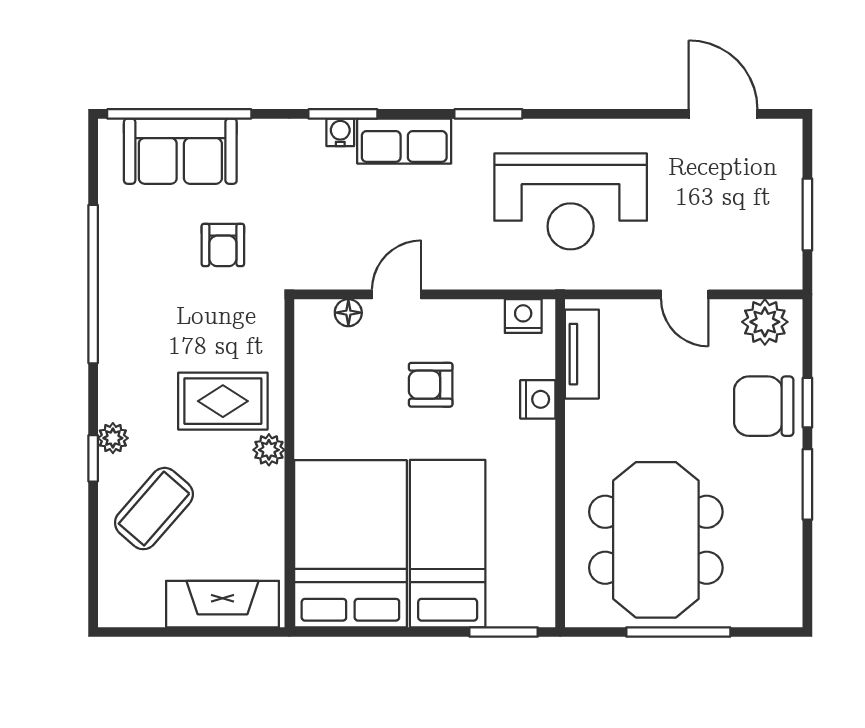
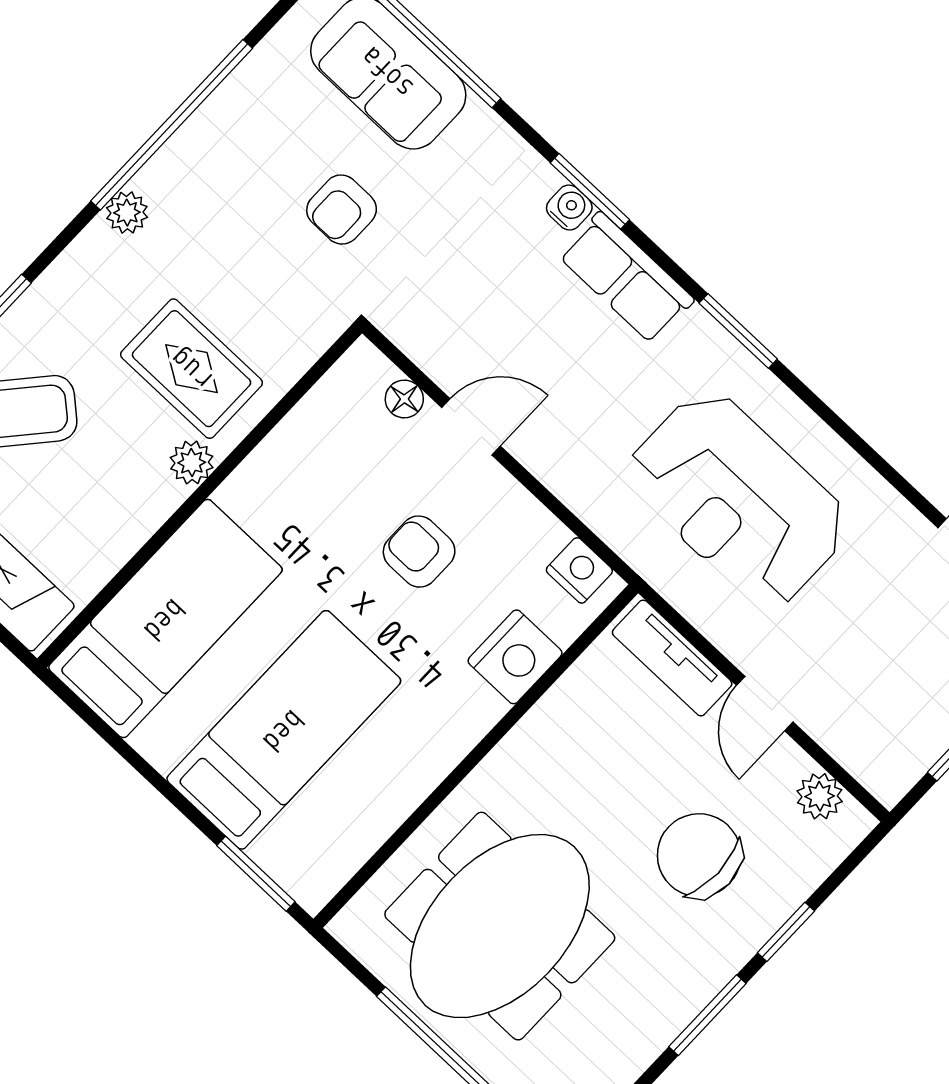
plant: (765, 322) -> (820, 796), width x0.73, depth x0.73
tv unit: (582, 354) -> (672, 658), moved, turned 90
nightstand: (538, 399) -> (515, 657), width x1.36, depth x1.33
chair: (764, 406) -> (699, 855), moved
plant: (113, 438) -> (127, 213), moved
bed: (350, 544) -> (165, 619), width x0.67

